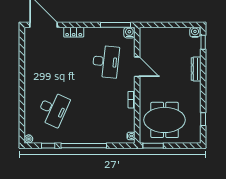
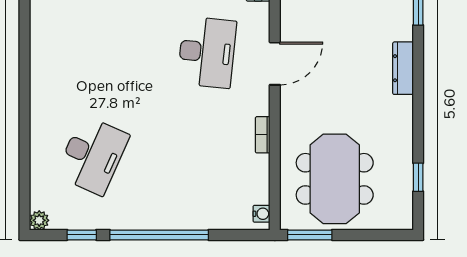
door: (137, 67) -> (275, 64), hinge flipped
meeting table: (165, 120) -> (335, 179), turned 90

